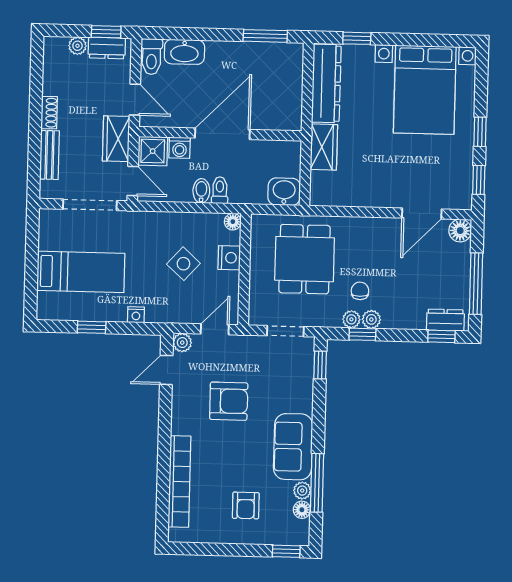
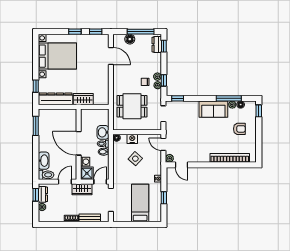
washbasin: (284, 192) -> (103, 132), moved
floor lamp: (460, 231) -> (130, 39), moved
armchair: (229, 401) -> (194, 137), removed

